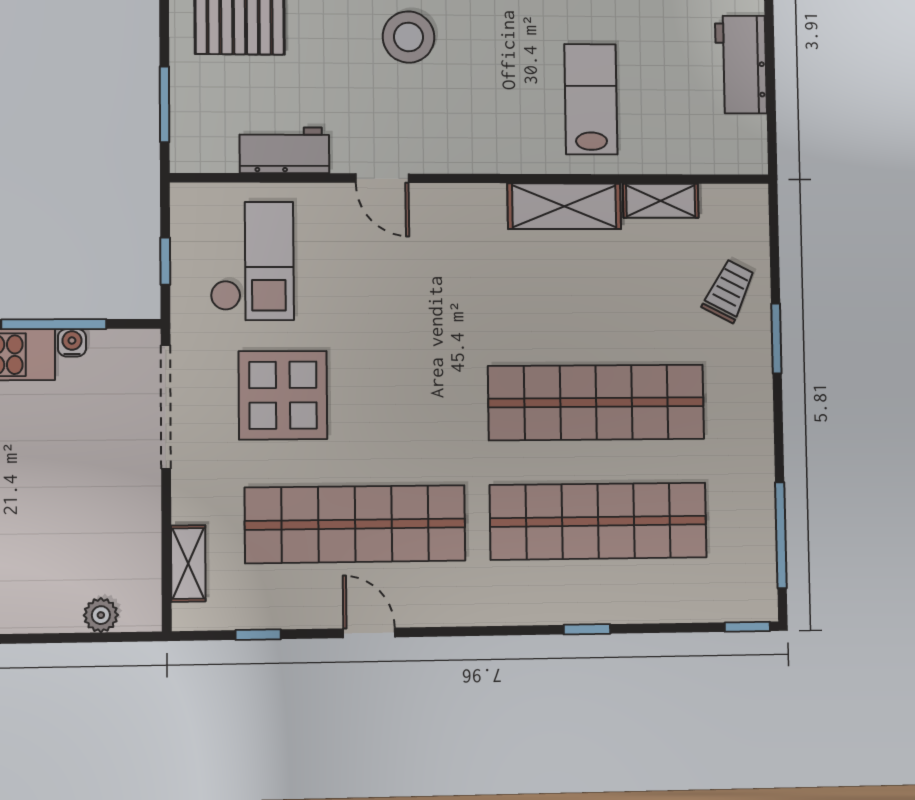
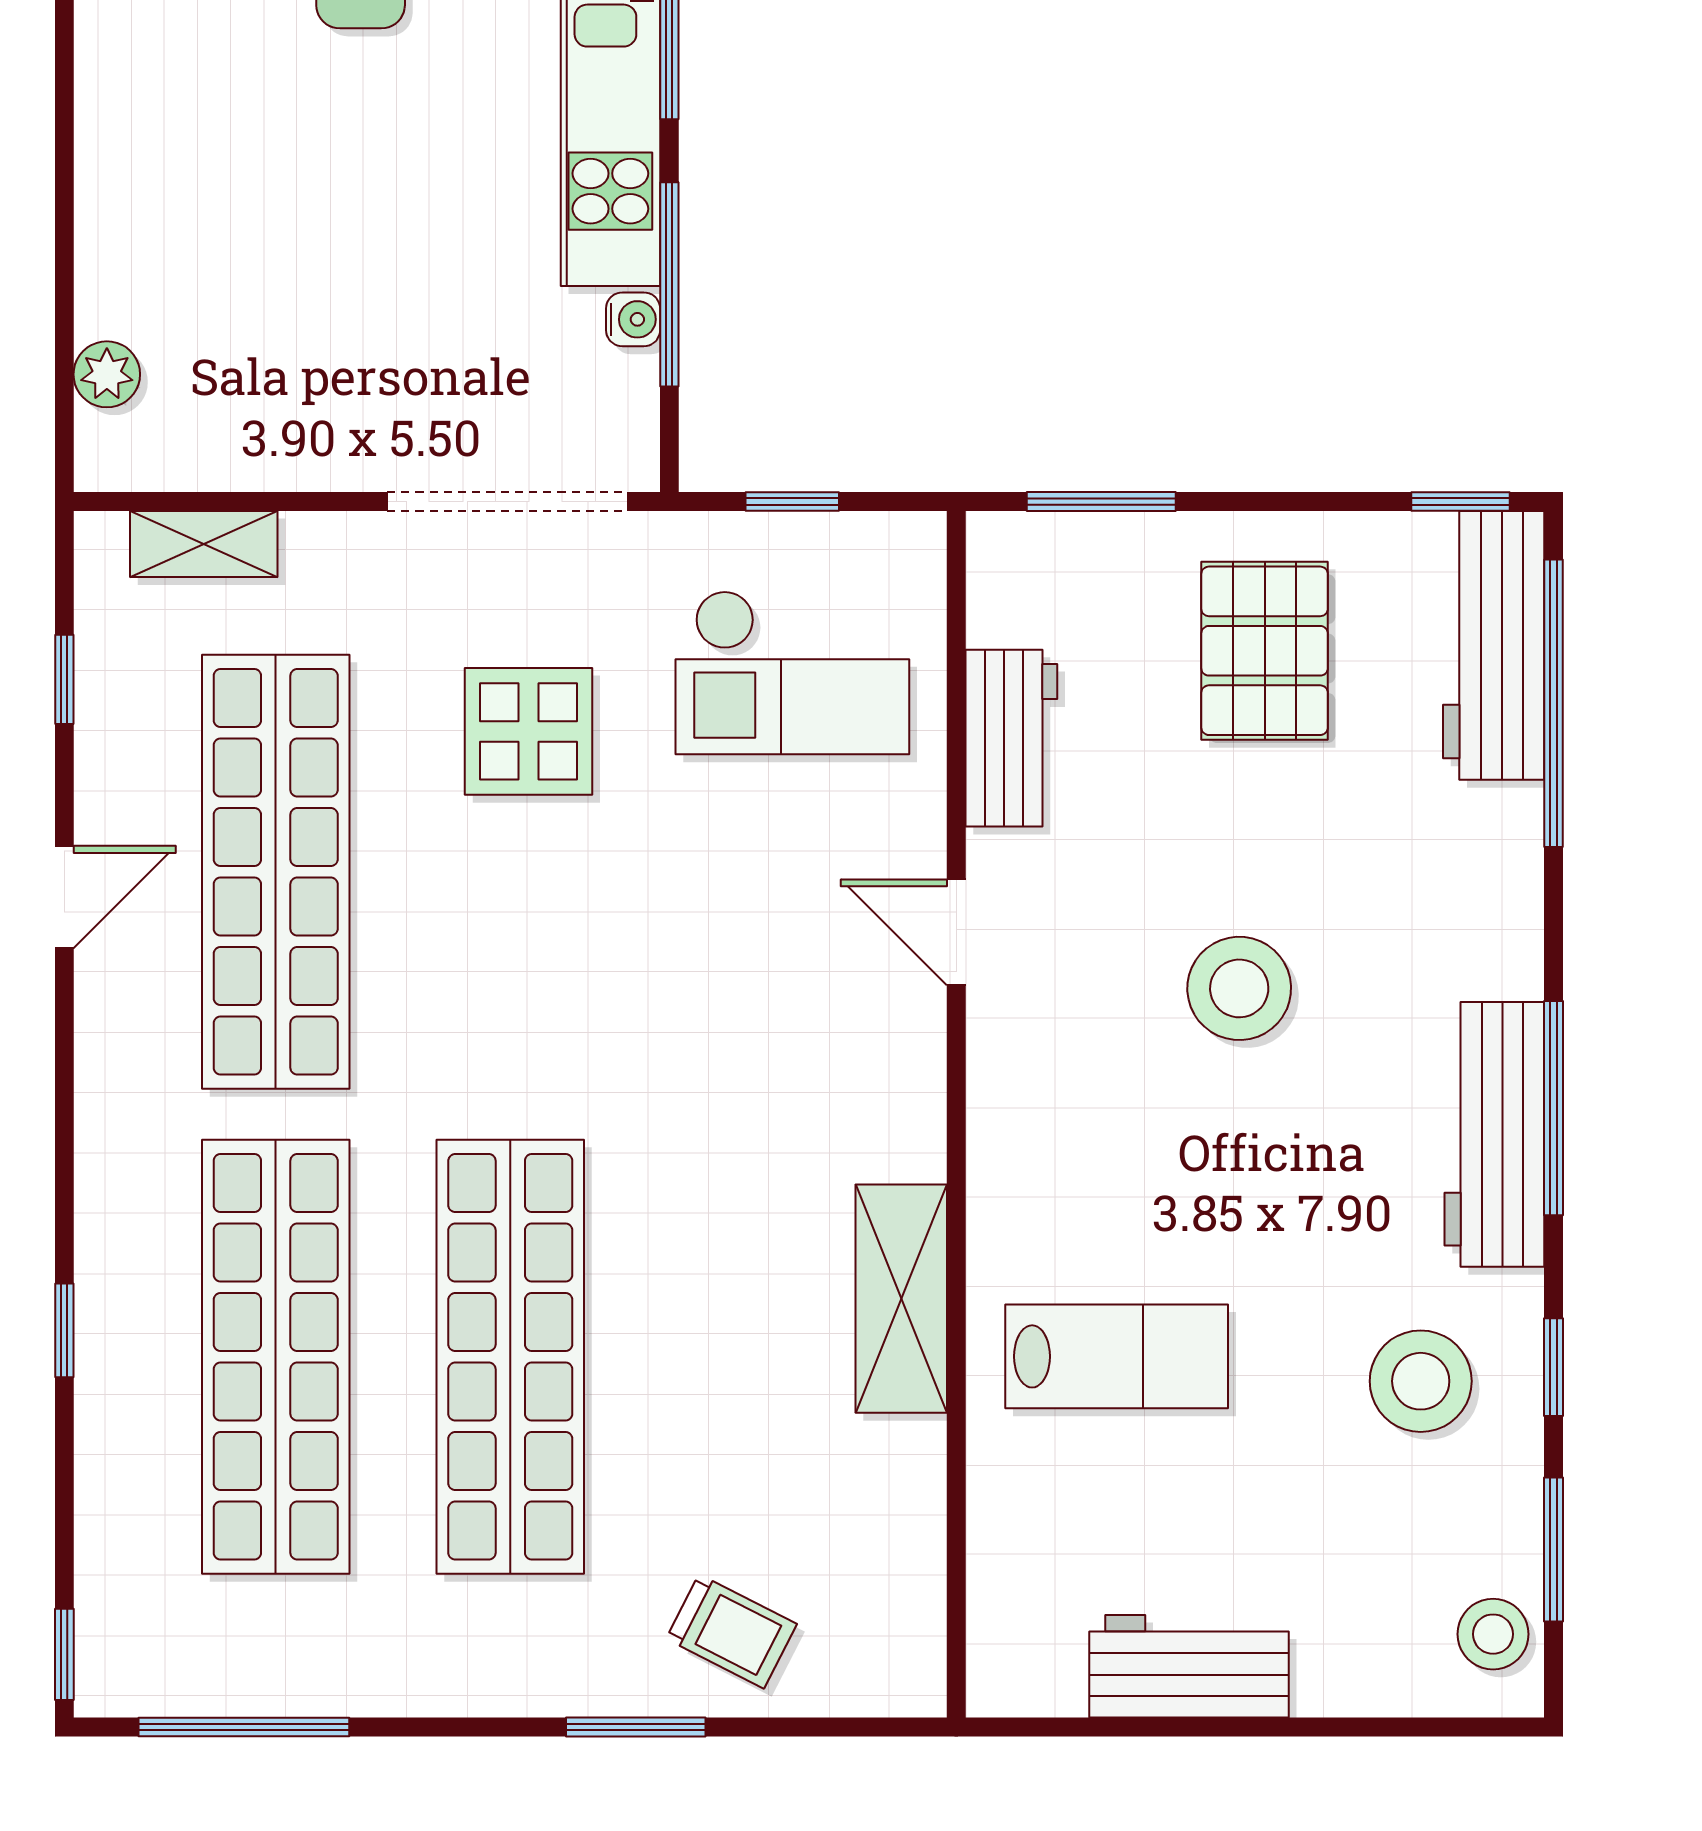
door: (382, 178) -> (956, 932), hinge flipped
shelving: (661, 201) -> (913, 1496), removed
display table: (283, 395) -> (529, 731), width x0.73, depth x0.73

